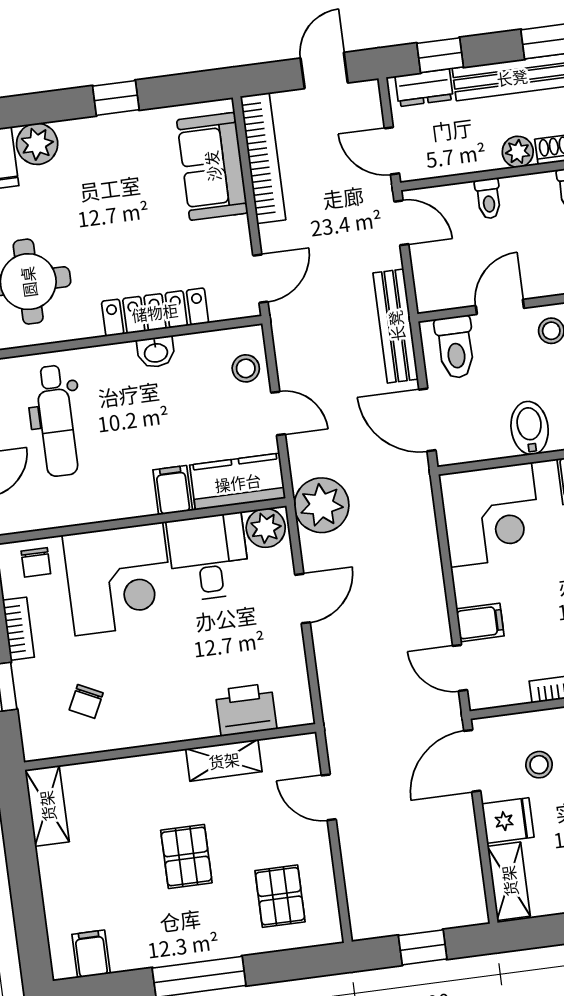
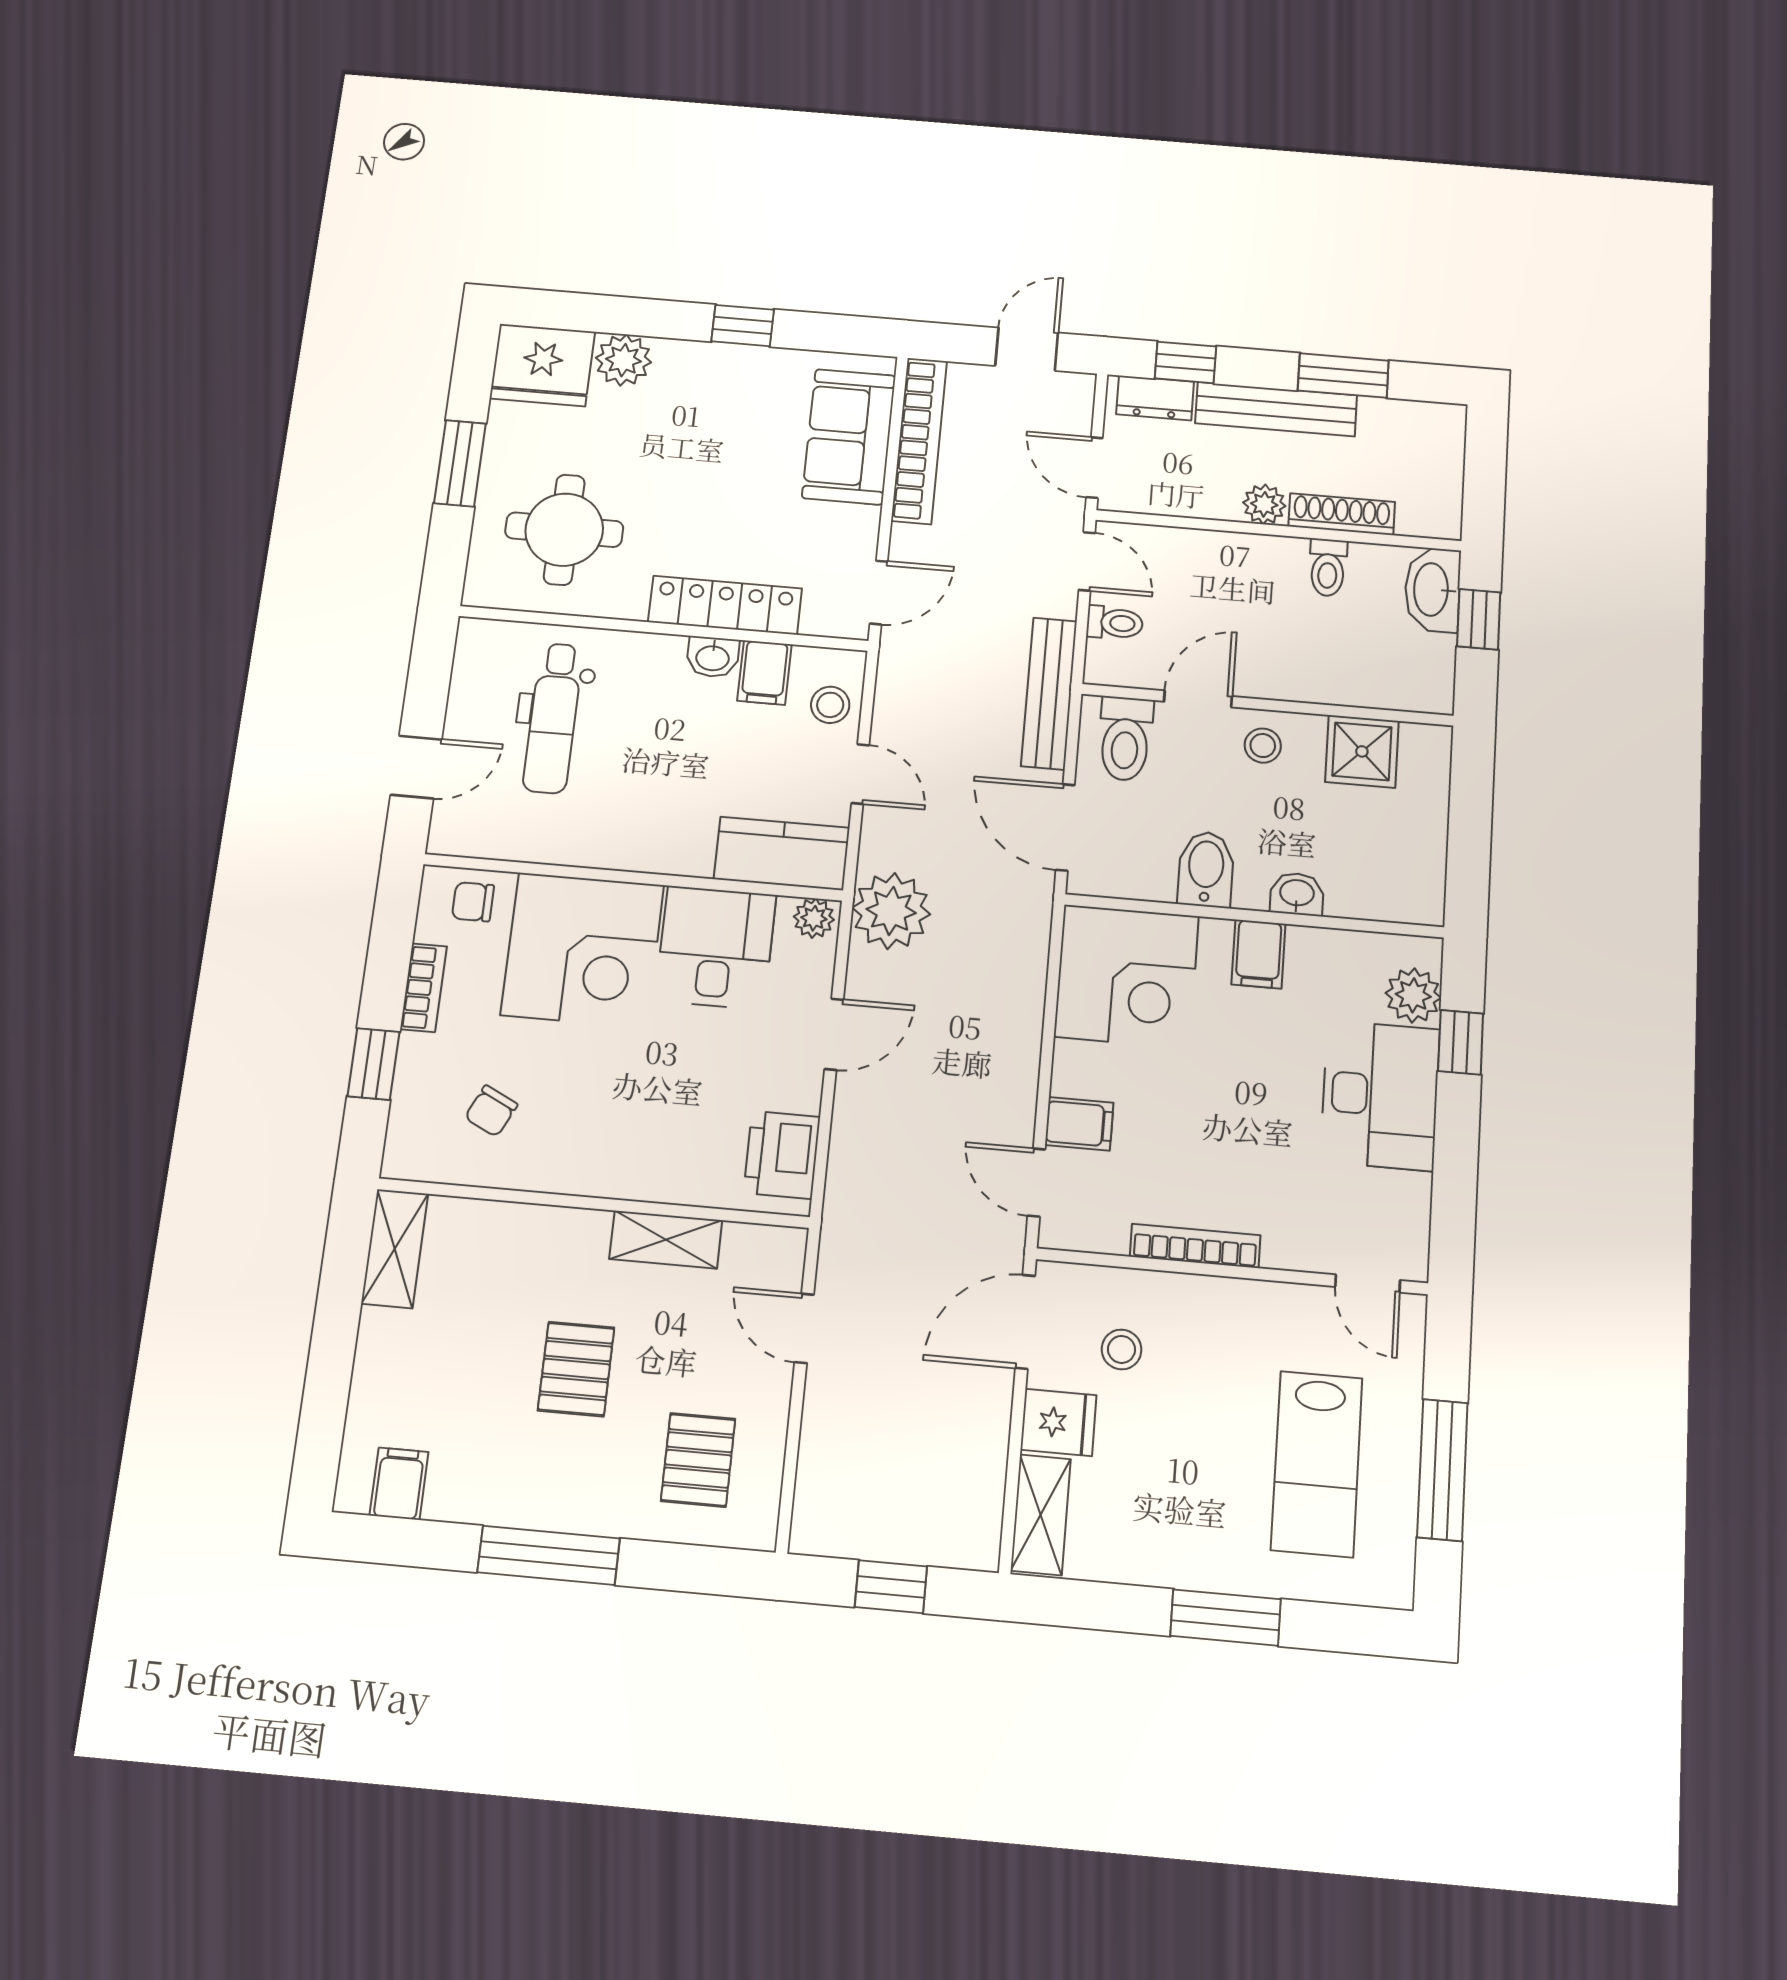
toilet: (488, 199) -> (1115, 623), moved, turned -90
filing cabinet: (173, 490) -> (764, 673), moved, turned 180
plant: (266, 528) -> (814, 918), width x0.73, depth x0.73
chair: (36, 562) -> (473, 902), turned 90
printer: (246, 710) -> (782, 1155), moved, turned -90

